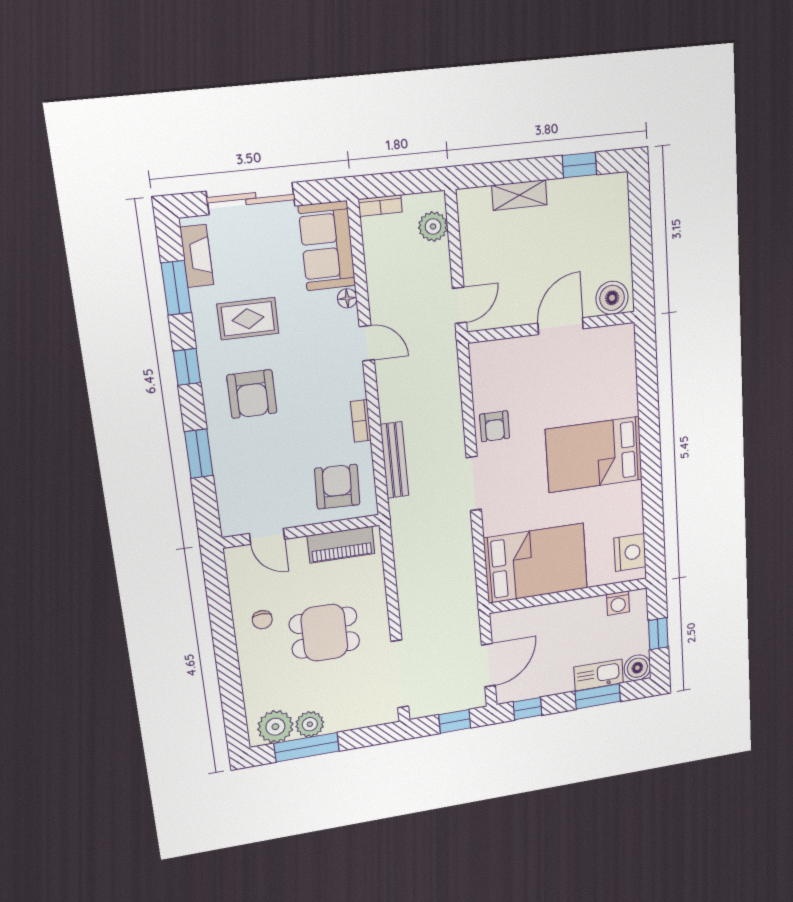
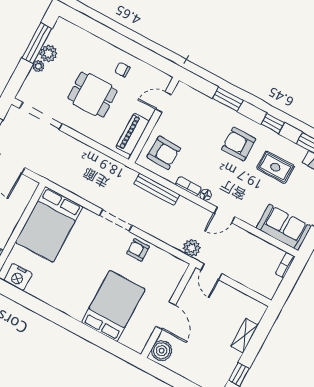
plant: (433, 226) -> (192, 248), moved
floor lamp: (347, 298) -> (206, 195), moved
rug: (248, 319) -> (275, 167), turned 90
bed: (594, 455) -> (113, 306), moved
dining table: (324, 633) -> (92, 95), turned 90
plant: (275, 727) -> (38, 66), moved, width x0.53, depth x0.53

